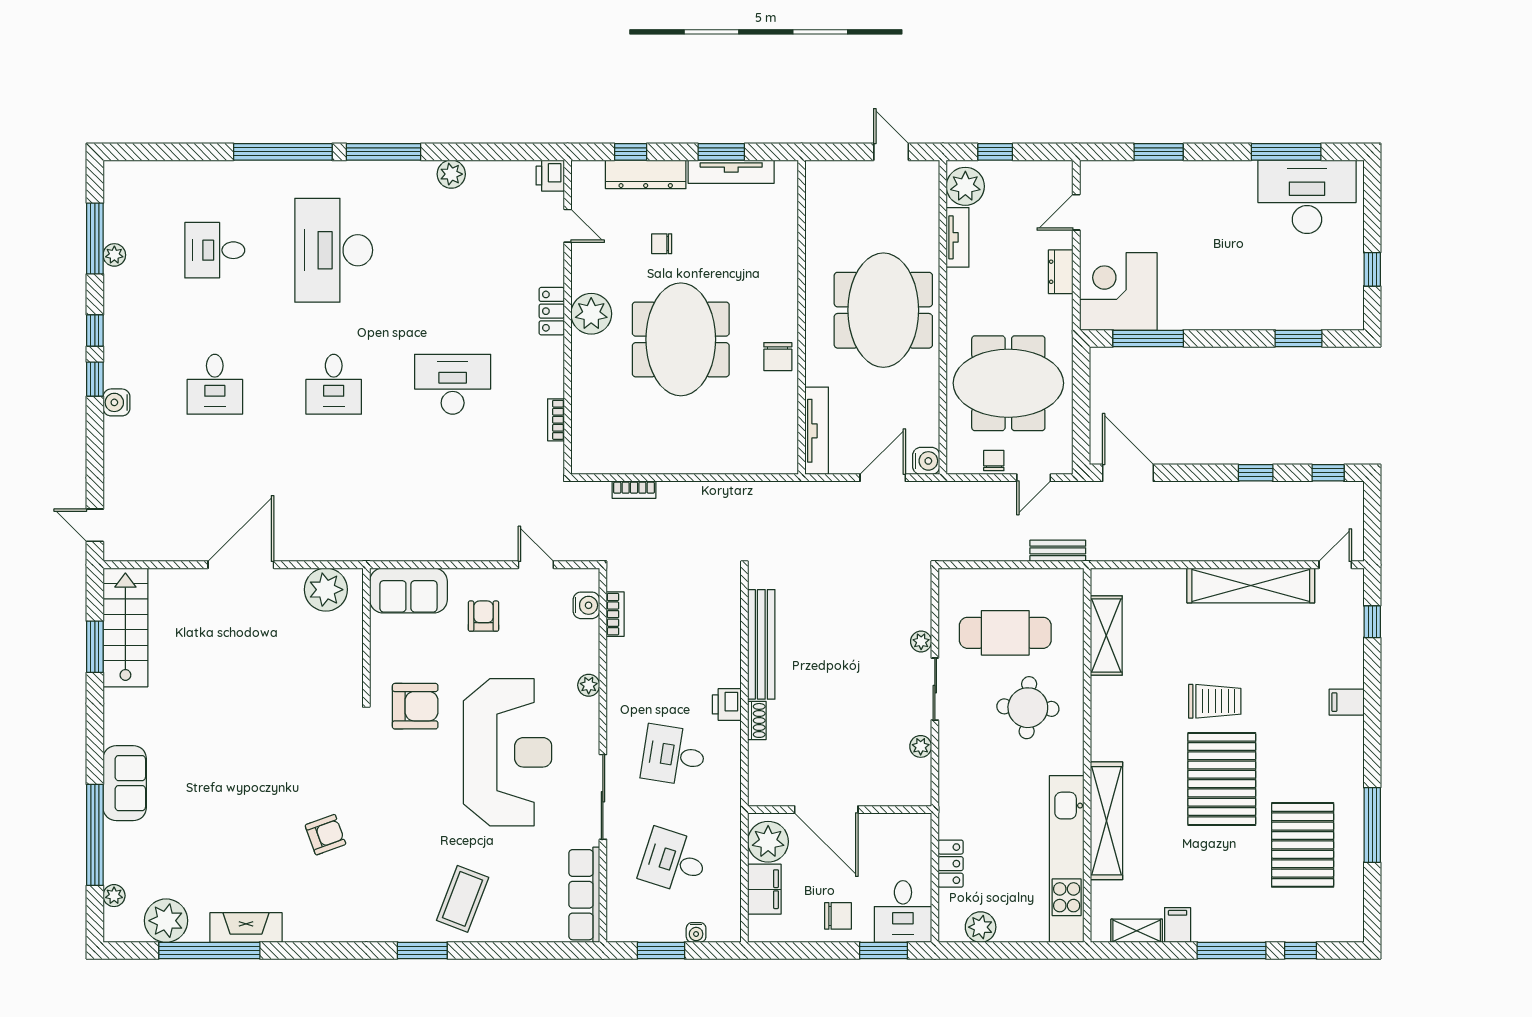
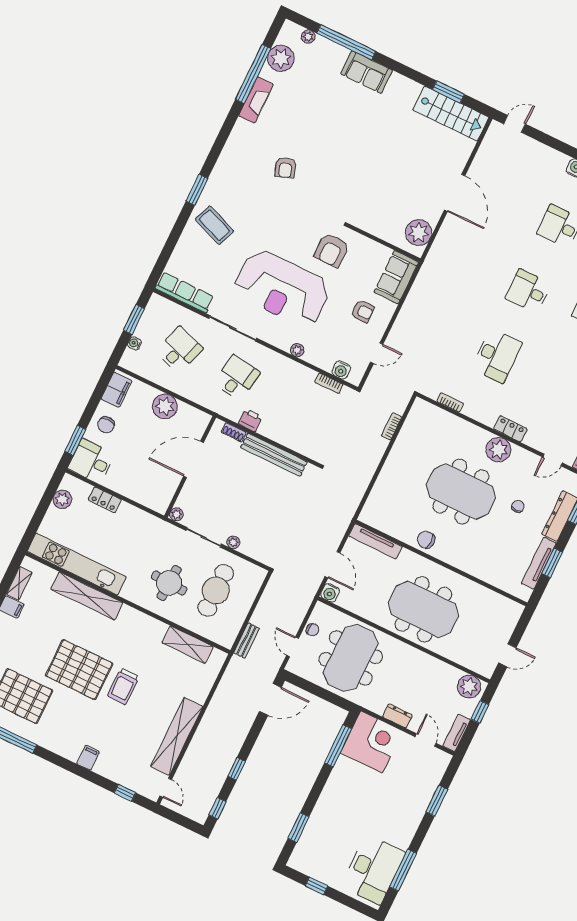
tv unit: (958, 237) -> (457, 733), moved, turned 90
door: (826, 810) -> (194, 459), moved
wall: (840, 810) -> (190, 467), moved
filing cabinet: (764, 889) -> (116, 390), moved, turned -90

